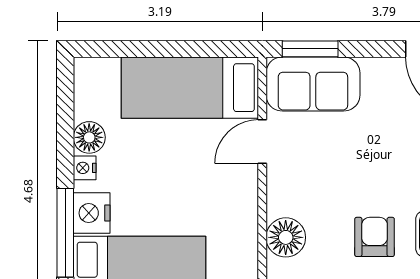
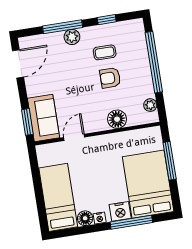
bed: (190, 88) -> (58, 197), moved, turned 180
door: (262, 142) -> (74, 137), swing flipped

